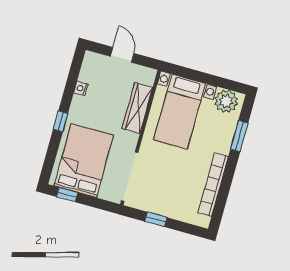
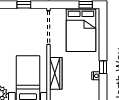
window: (61, 121) -> (103, 67), moved

